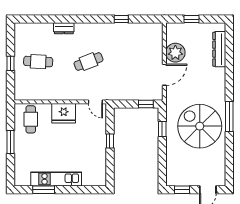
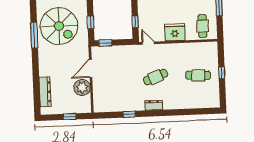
dresser: (64, 28) -> (154, 105), moved
window: (110, 141) -> (135, 22), moved

